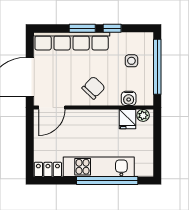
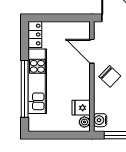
water cooler: (129, 98) -> (100, 120), moved
door: (52, 107) -> (92, 51), moved

